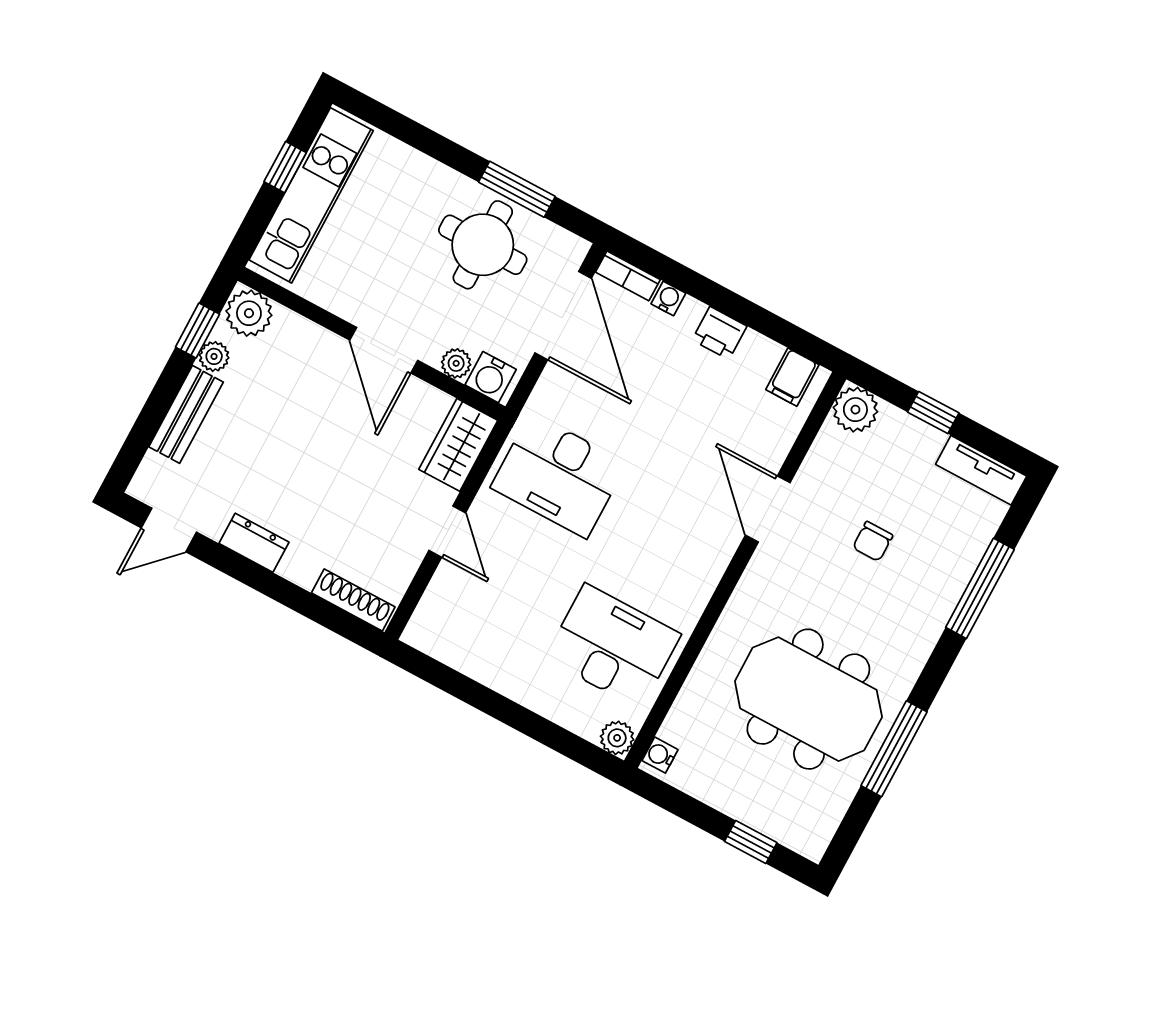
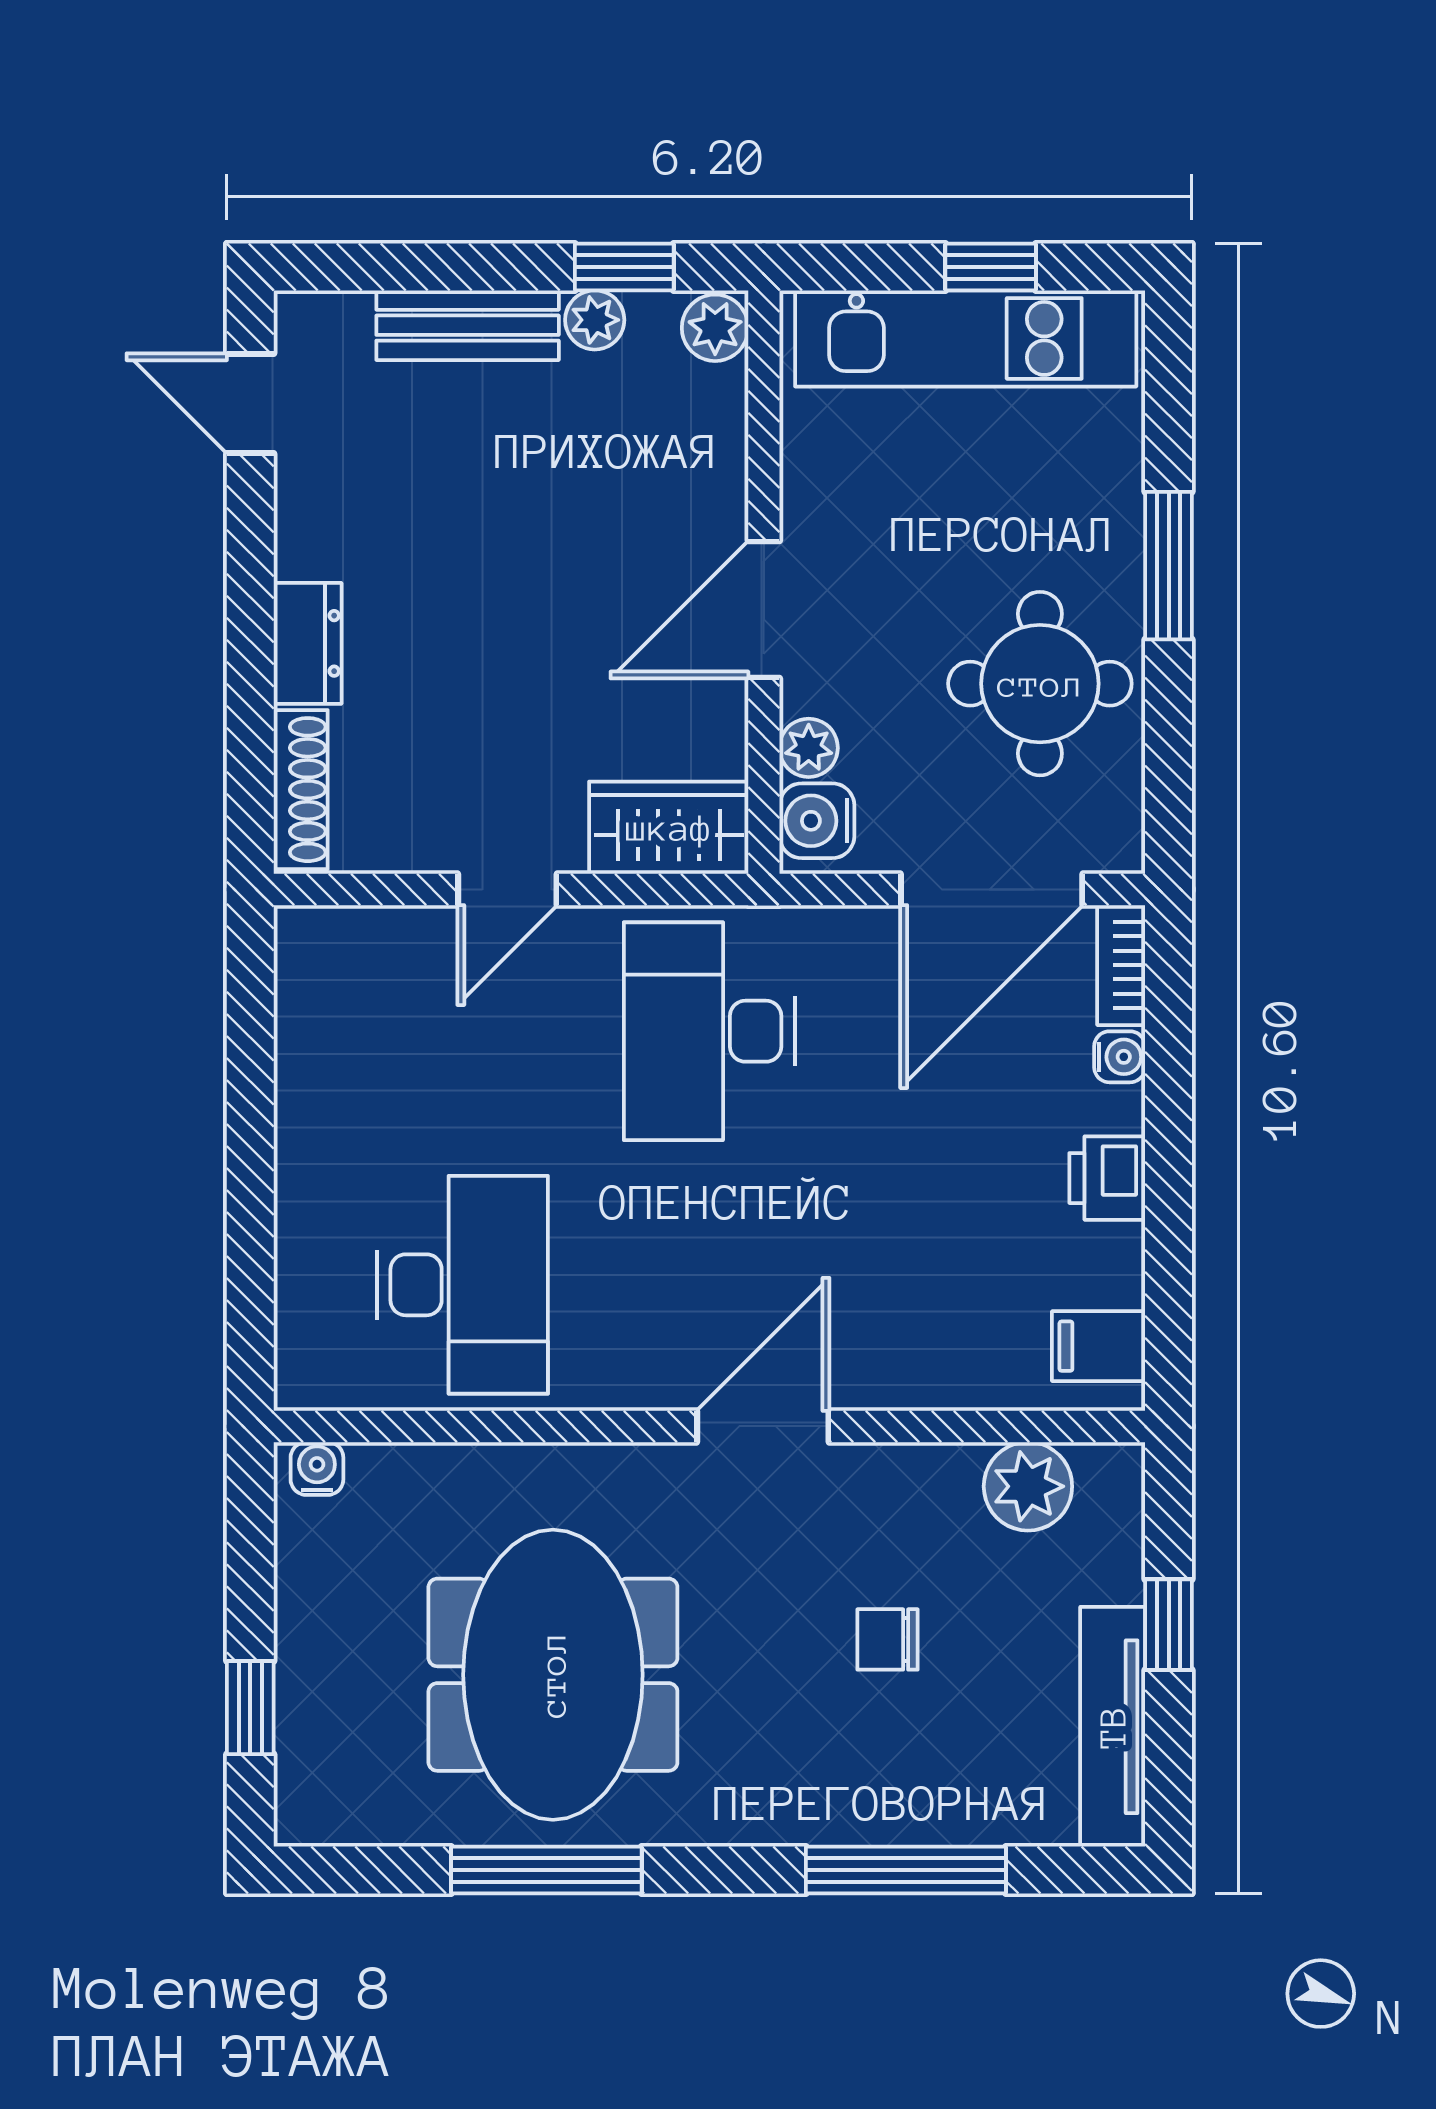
window: (517, 189) -> (1169, 566), moved
plant: (249, 313) -> (715, 328), width x0.73, depth x0.73
plant: (855, 410) -> (1028, 1486), moved
tv unit: (981, 470) -> (1113, 1727), width x1.41
door: (768, 509) -> (763, 1426), moved
dresser: (254, 543) -> (308, 643), moved
plant: (617, 738) -> (307, 1378), removed

